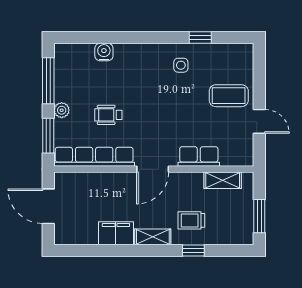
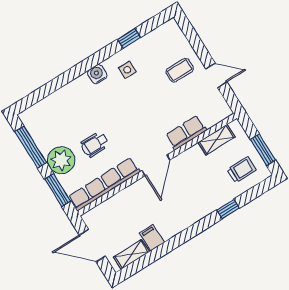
water cooler: (104, 52) -> (97, 74), moved
coffee table: (229, 96) -> (180, 70), width x0.73, depth x0.77
plant: (62, 110) -> (61, 160), width x1.88, depth x1.88
trolley: (191, 220) -> (242, 170), moved, turned 180
filing cabinet: (116, 233) -> (152, 238), width x0.50
shelving: (153, 237) -> (132, 254), moved

